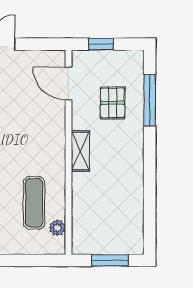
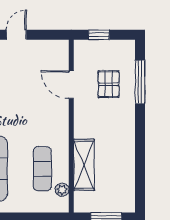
door: (68, 84) -> (71, 85), moved
shelving: (80, 151) -> (84, 165), moved, width x1.50, depth x1.33

